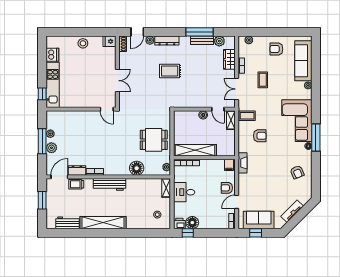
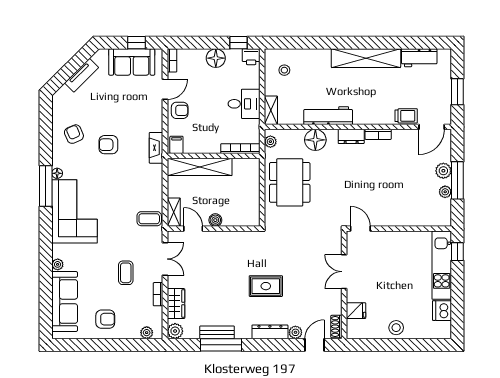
fridge: (110, 41) -> (356, 311), moved
plant: (219, 41) -> (175, 331), moved
armchair: (260, 136) -> (108, 145), moved
dining table: (154, 140) -> (290, 182), width x1.38
shelving: (195, 150) -> (200, 167), moved
dresser: (77, 170) -> (351, 136), moved
workbench: (110, 184) -> (328, 116), moved
floor lamp: (192, 223) -> (216, 58), moved

